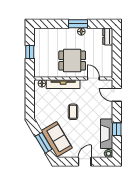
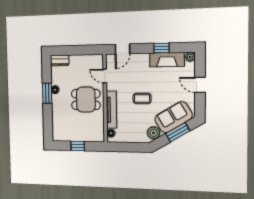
dining table: (72, 61) -> (86, 100), turned 90
door: (93, 78) -> (105, 76), hinge flipped
plant: (43, 122) -> (153, 133), added

